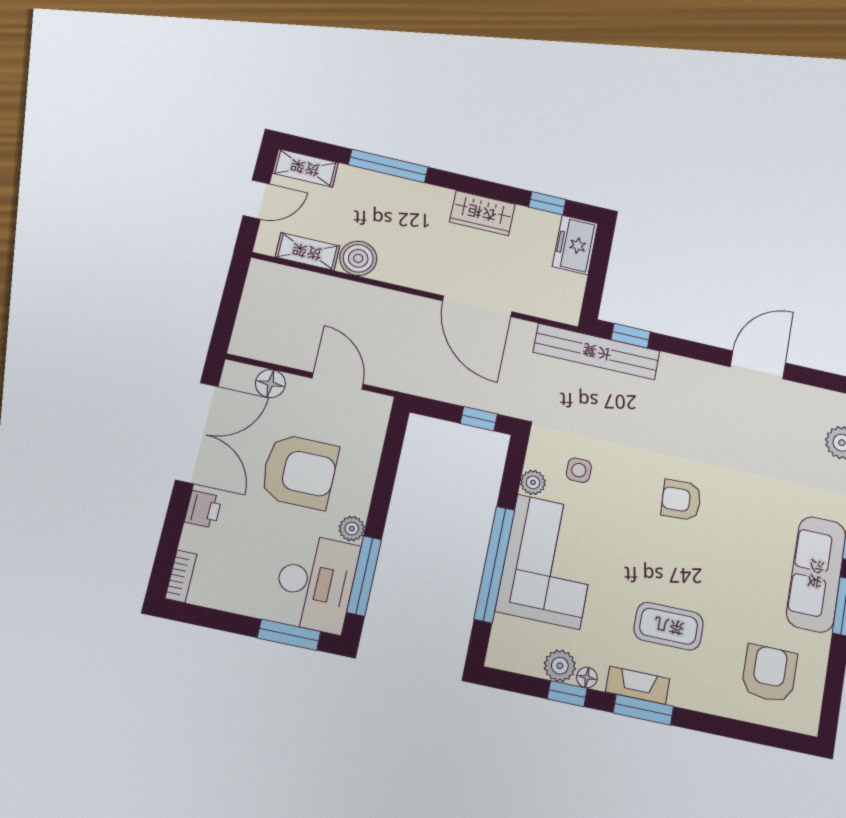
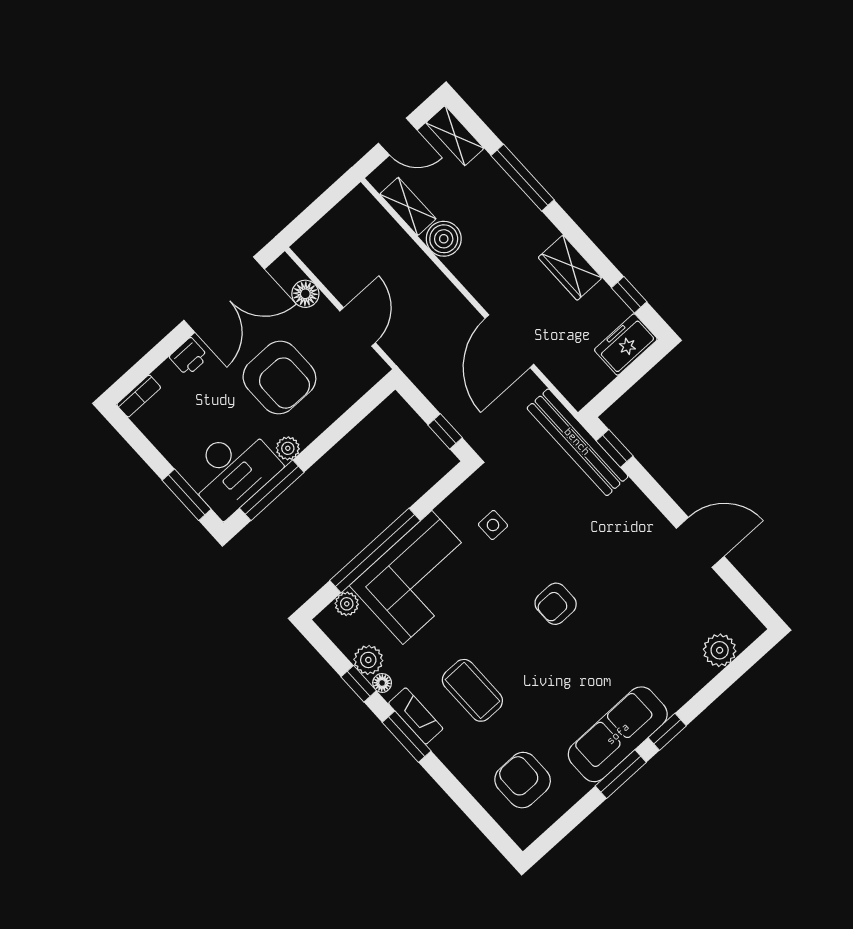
plant: (533, 482) -> (347, 604), moved
armchair: (681, 500) -> (556, 604), turned -87
armchair: (769, 674) -> (523, 780), turned -90

